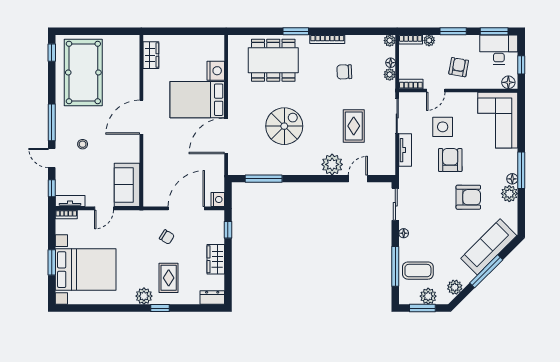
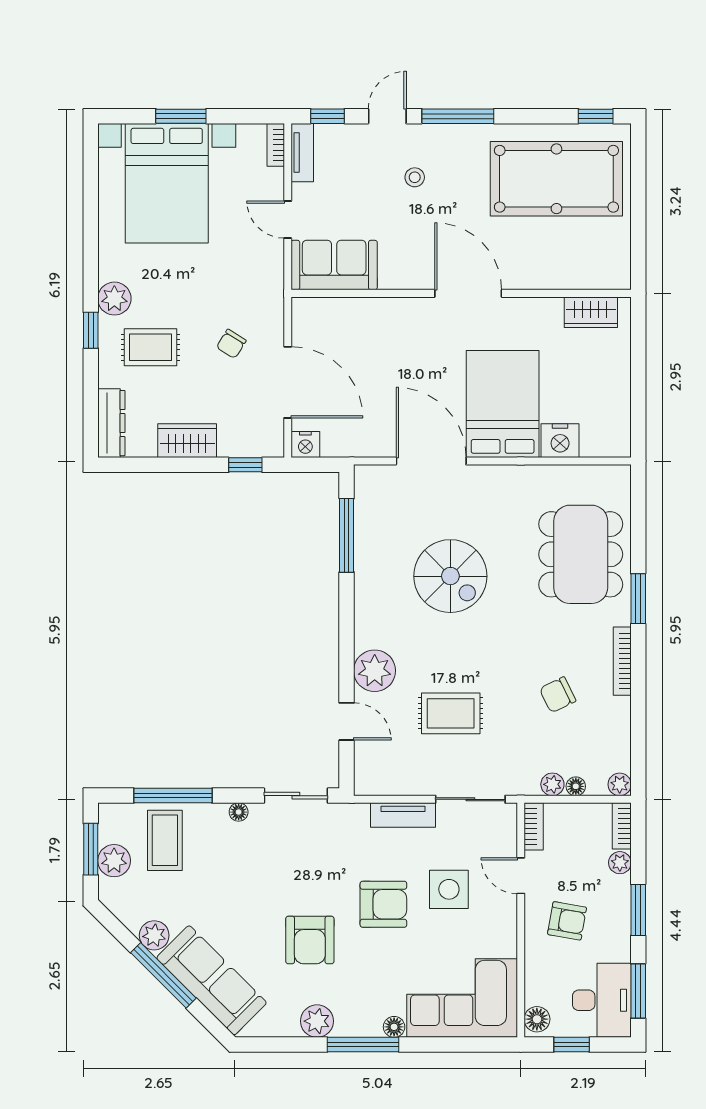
chair: (344, 72) -> (558, 695), turned -114
floor lamp: (512, 179) -> (394, 1027), moved
plant: (455, 287) -> (154, 935), moved
dresser: (212, 298) -> (111, 423), width x1.44

